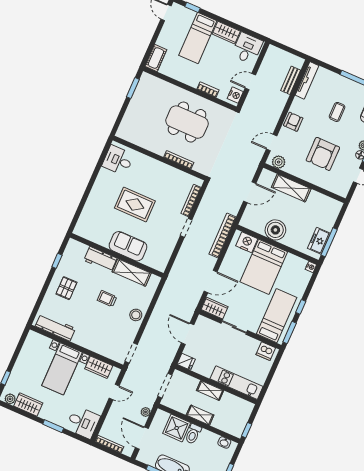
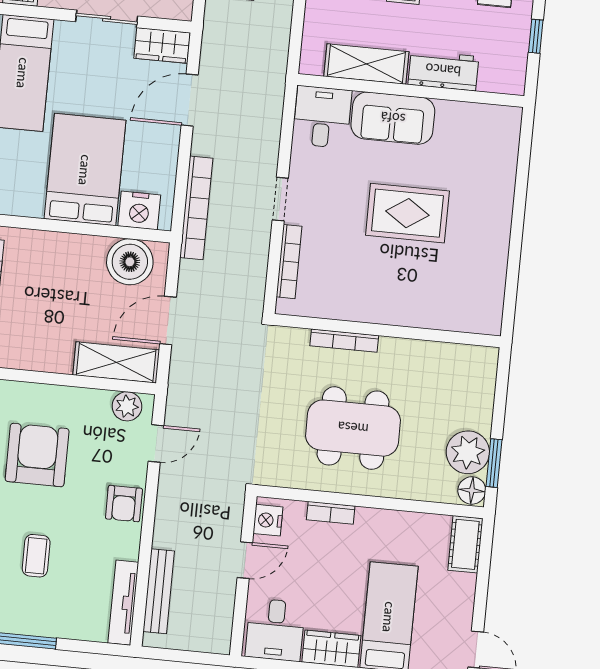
floor lamp: (146, 80) -> (472, 490), added
bench: (291, 80) -> (159, 591), width x1.36
plant: (142, 96) -> (468, 452), added
desk: (118, 160) -> (322, 117), moved, turned -90
shelving: (291, 188) -> (116, 362), moved
boiler: (275, 230) -> (130, 262), moved

